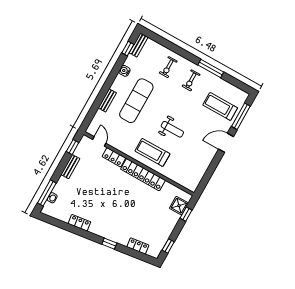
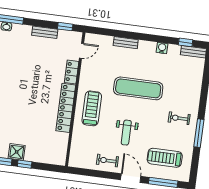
exercise bike: (168, 67) -> (107, 161), moved
exercise mat: (136, 101) -> (138, 88), moved
treadmill: (220, 106) -> (165, 158), turned -90
weight bench: (172, 129) -> (126, 133), moved
shower: (179, 206) -> (17, 152), moved
window: (186, 214) -> (25, 164), moved

